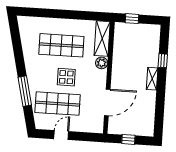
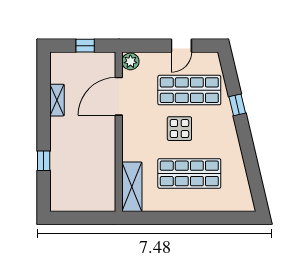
window: (132, 19) -> (91, 218), removed
plant: (102, 63) -> (130, 61), moved
shelving: (152, 79) -> (57, 100), moved
window: (25, 91) -> (237, 105), width x0.46

